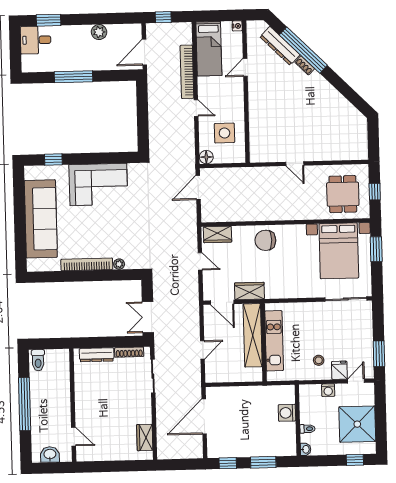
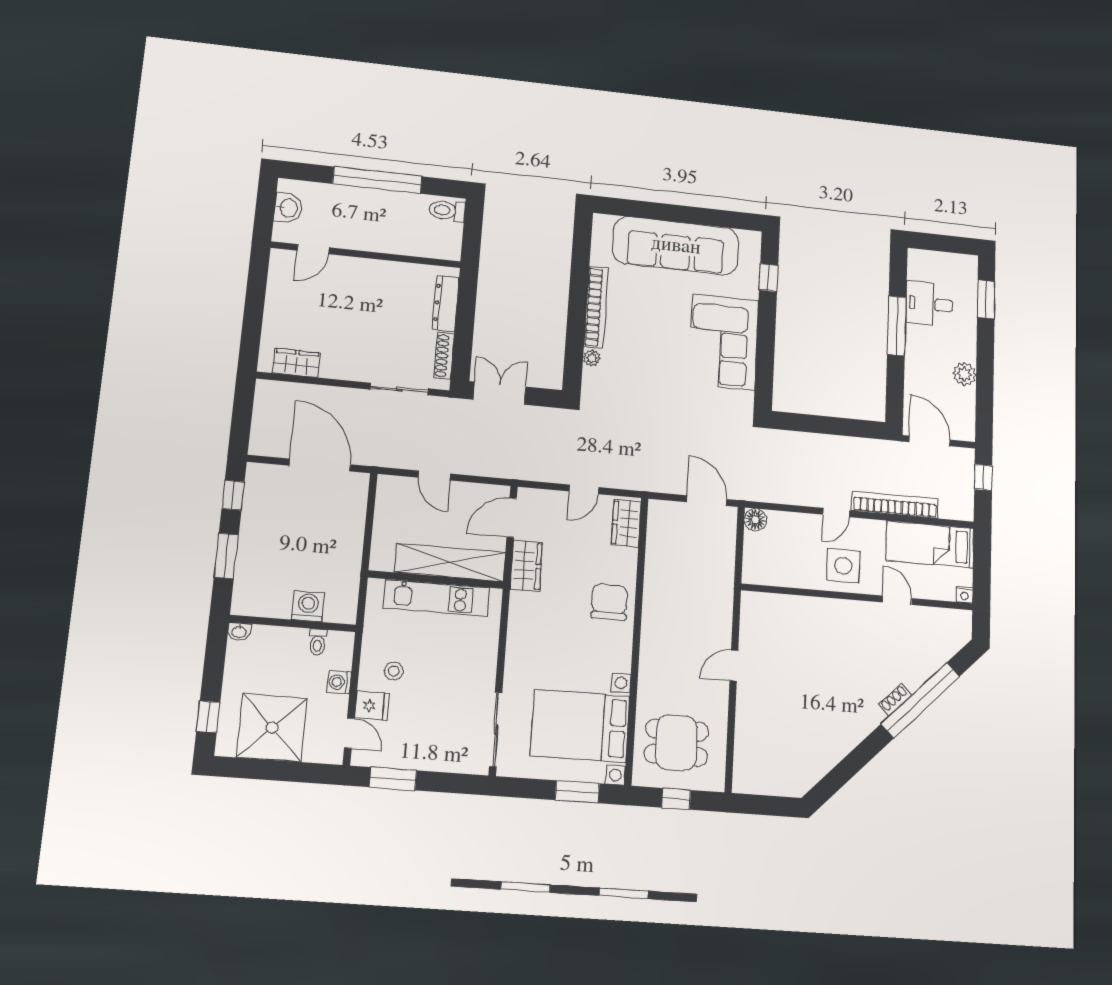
desk: (36, 40) -> (929, 304), moved, turned -90
dresser: (280, 46) -> (929, 662), removed
side table: (224, 133) -> (843, 566), moved
toilet: (307, 429) -> (318, 642), moved

